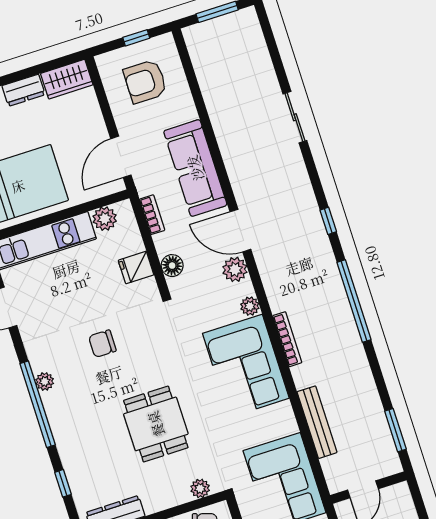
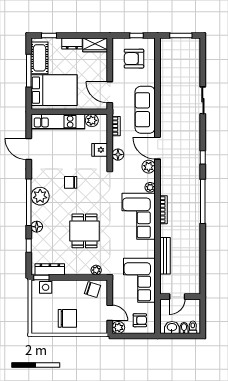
door: (121, 157) -> (110, 92), hinge flipped
plant: (45, 381) -> (40, 196), width x1.87, depth x1.87
window: (395, 430) -> (203, 272), removed
floor lamp: (66, 444) -> (37, 227), added

